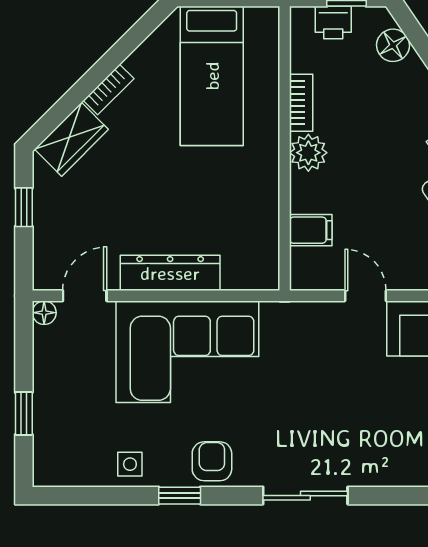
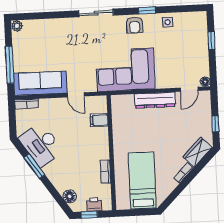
plant: (308, 153) -> (102, 151), removed
corner sofa: (187, 352) -> (125, 70), moved

